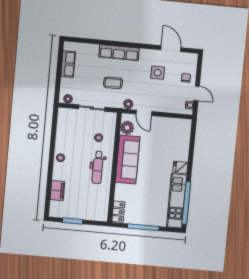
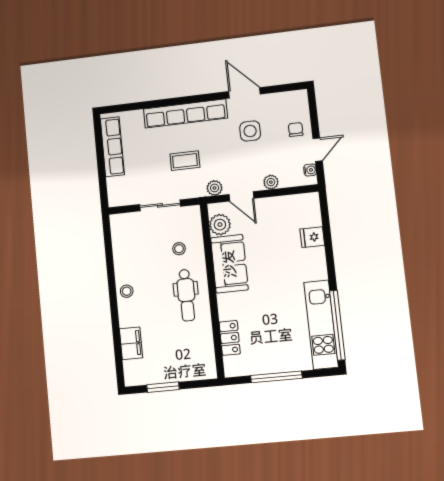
door: (171, 49) -> (245, 93), moved
row of seats: (119, 53) -> (185, 113), width x1.36
row of seats: (68, 64) -> (112, 147), width x1.48
door: (197, 93) -> (318, 150), hinge flipped
plant: (68, 99) -> (271, 182), moved
sofa: (128, 159) -> (229, 264), width x0.73
fridge: (180, 167) -> (312, 237), moved
locker: (118, 212) -> (230, 338), moved

